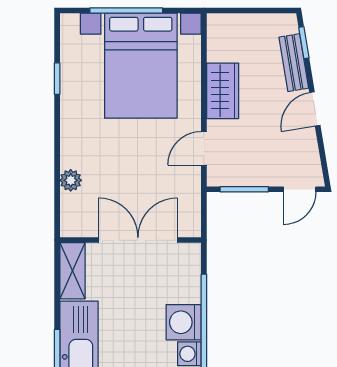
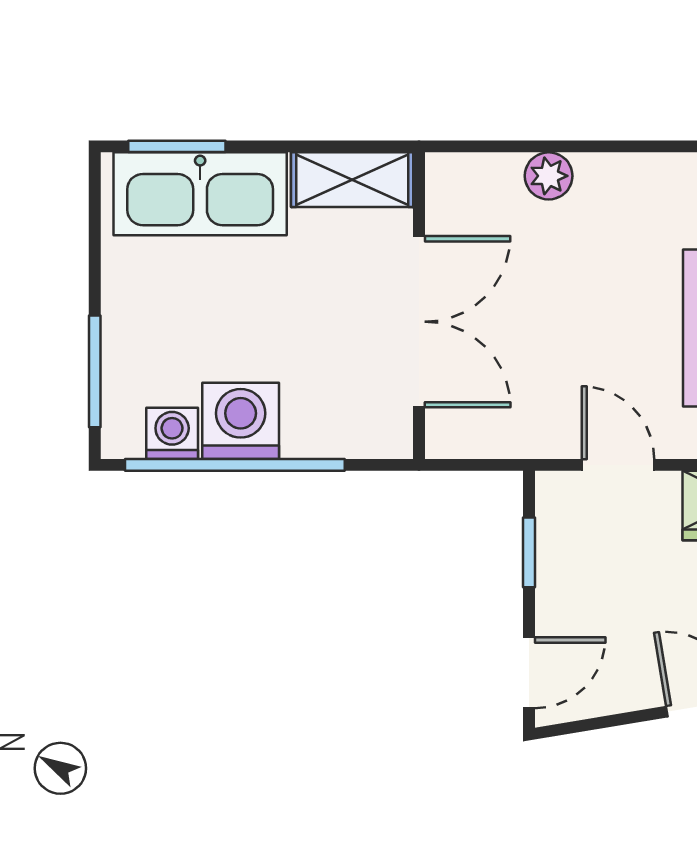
window: (244, 189) -> (529, 552), width x0.67
door: (300, 189) -> (529, 673), swing flipped

